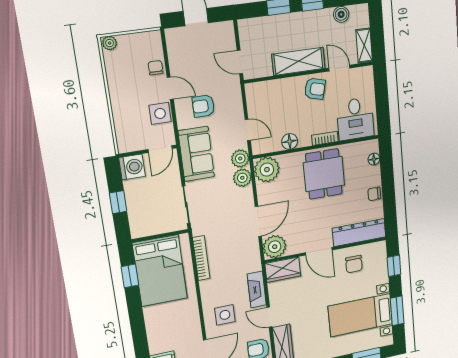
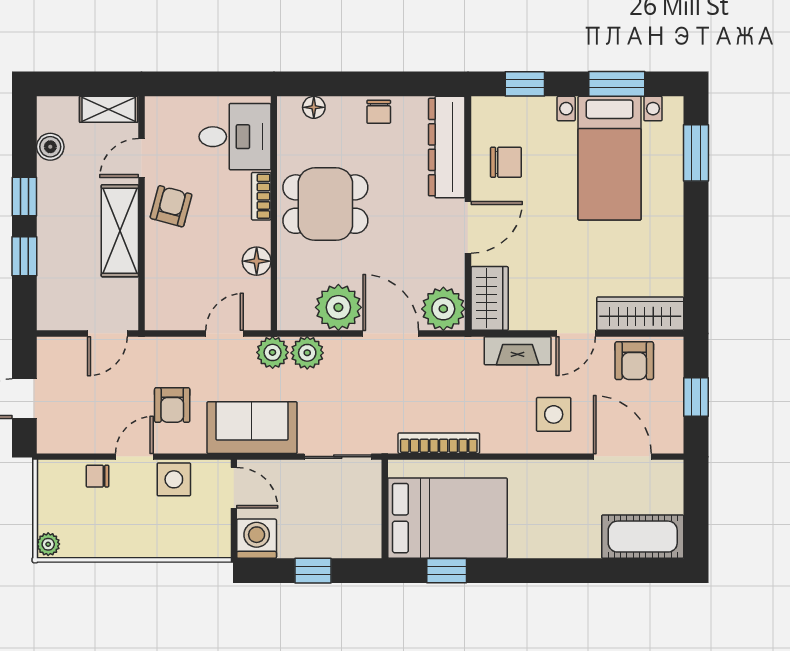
plant: (267, 170) -> (338, 307), moved

